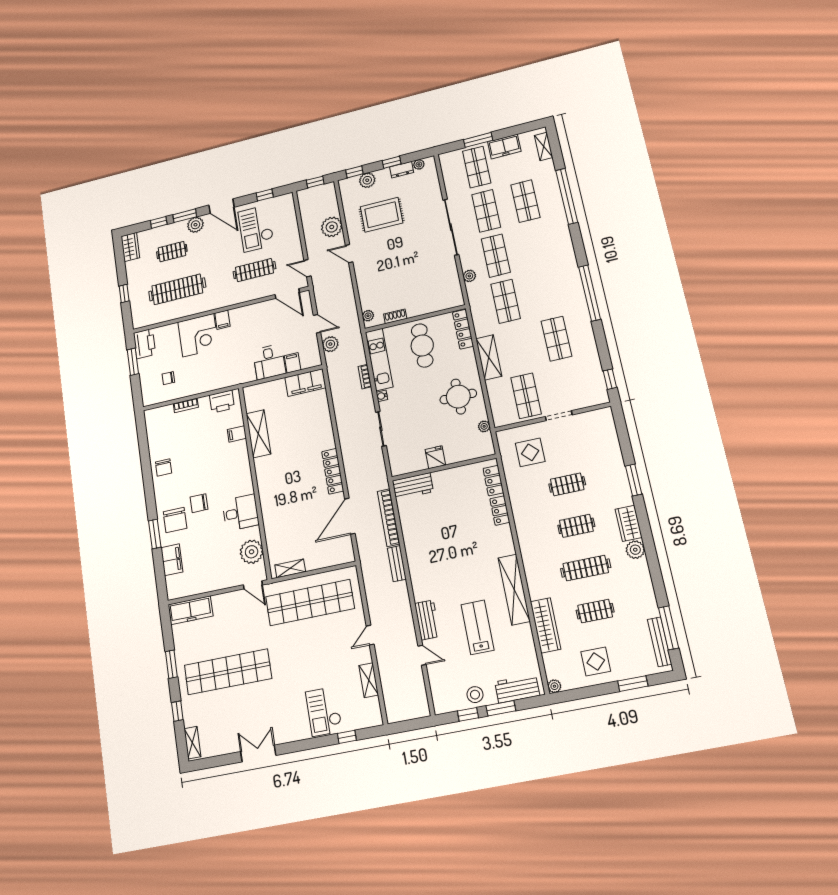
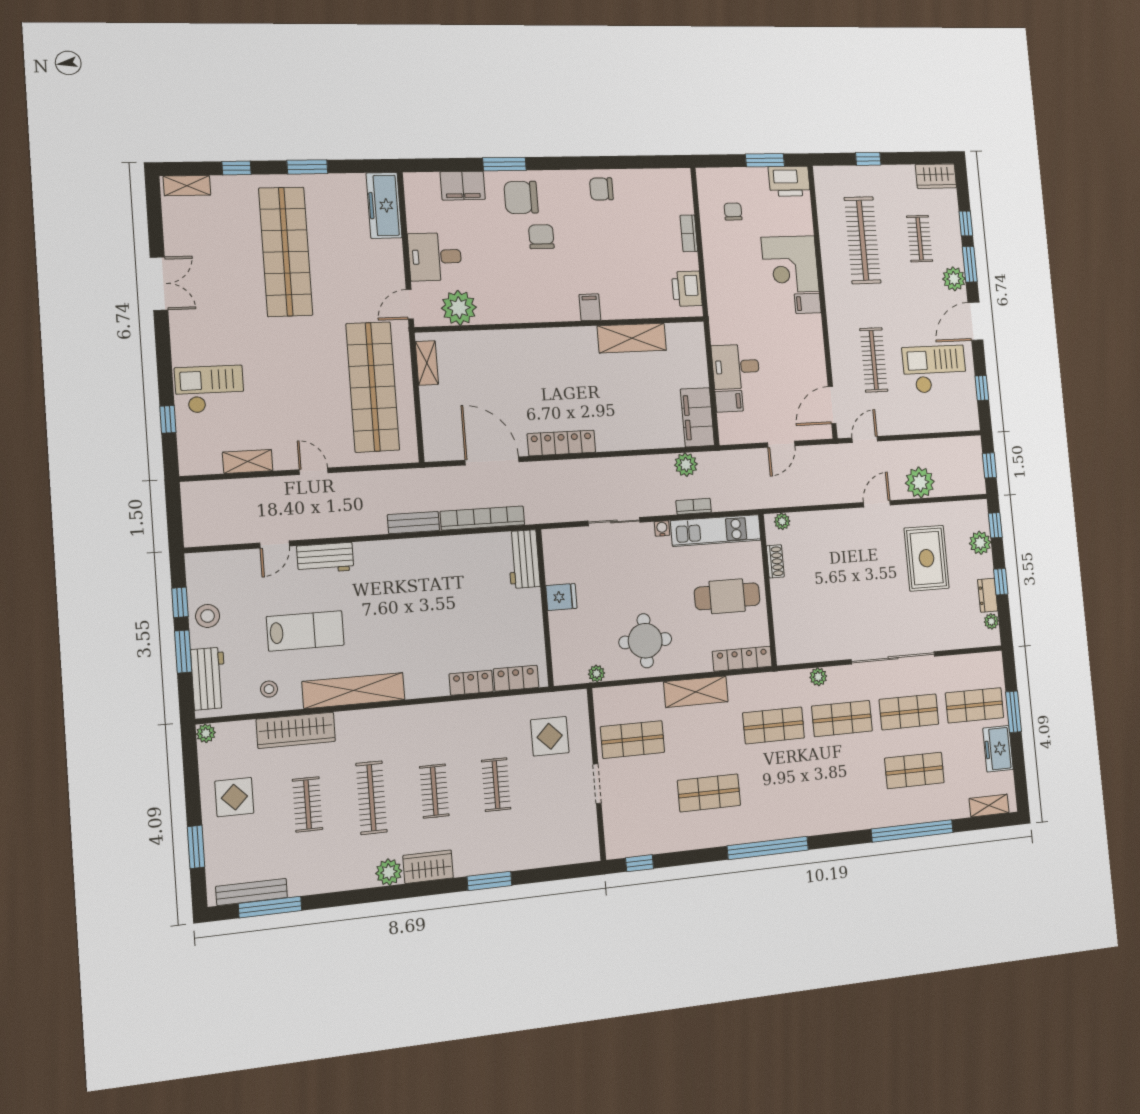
plant: (330, 344) -> (686, 465), moved
filing cabinet: (237, 434) -> (590, 307), moved
desk: (241, 513) -> (435, 257), moved, turned 90
stool: (520, 647) -> (269, 689), added

